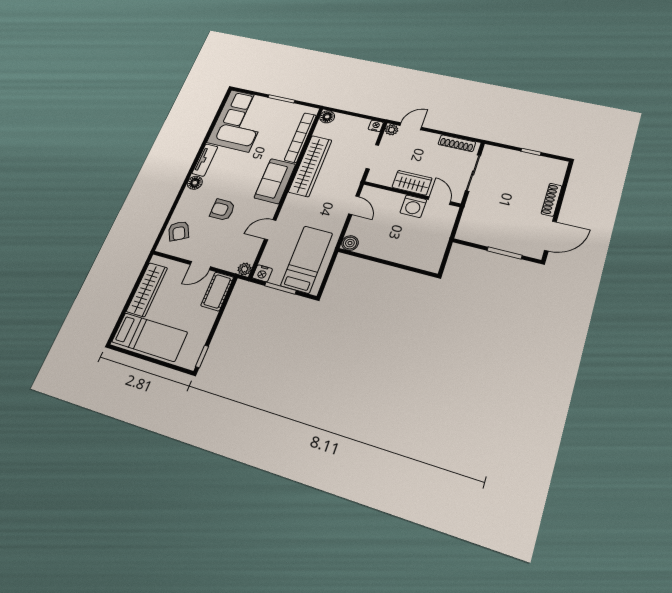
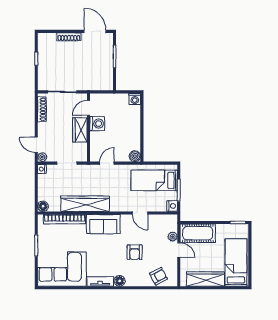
washing machine: (432, 264) -> (135, 99), added
plant: (244, 269) -> (173, 237), moved
cot: (217, 291) -> (198, 233), width x1.37, depth x1.34

